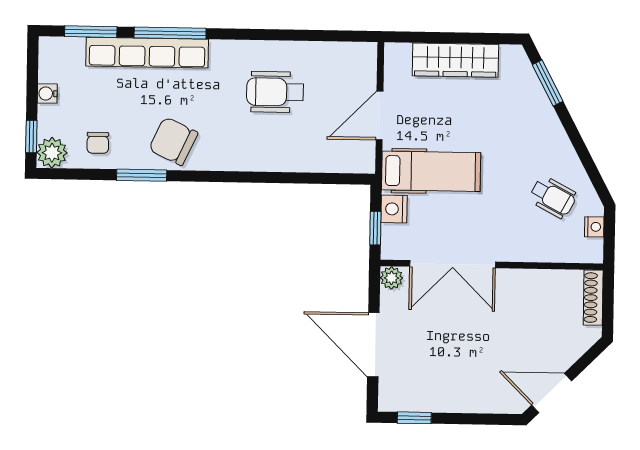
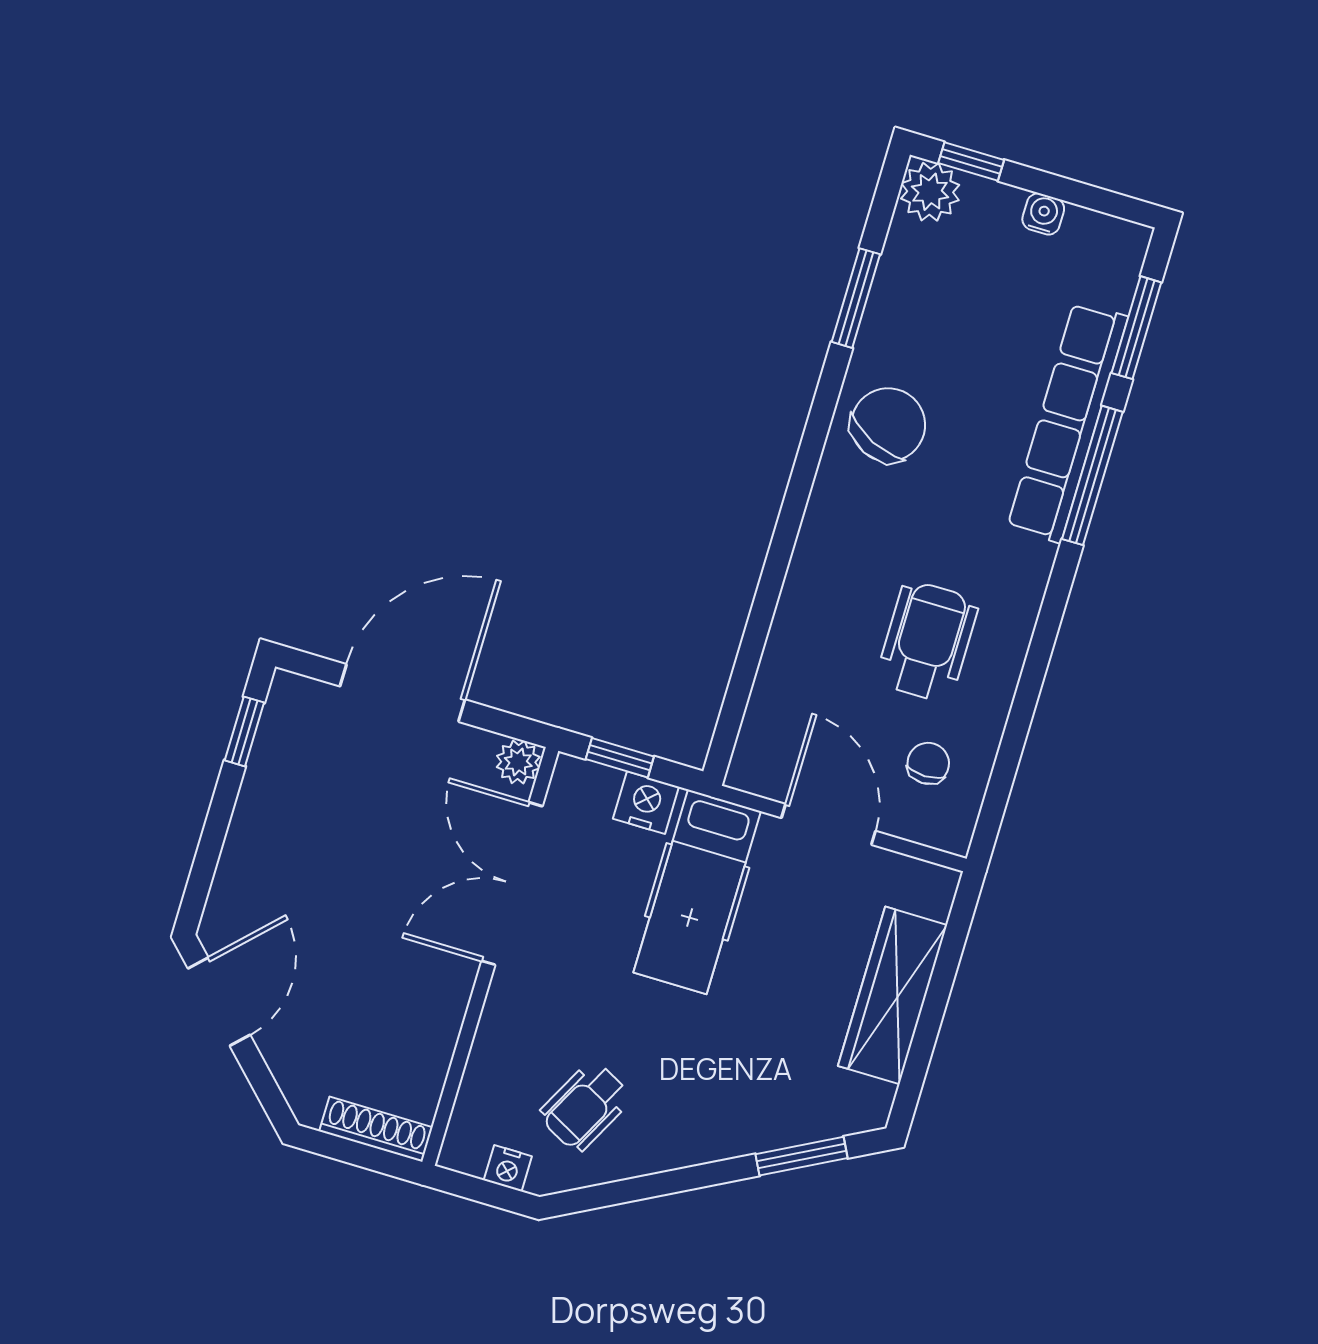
chair: (98, 143) -> (928, 763), moved, turned 90
window: (142, 175) -> (856, 298), moved

